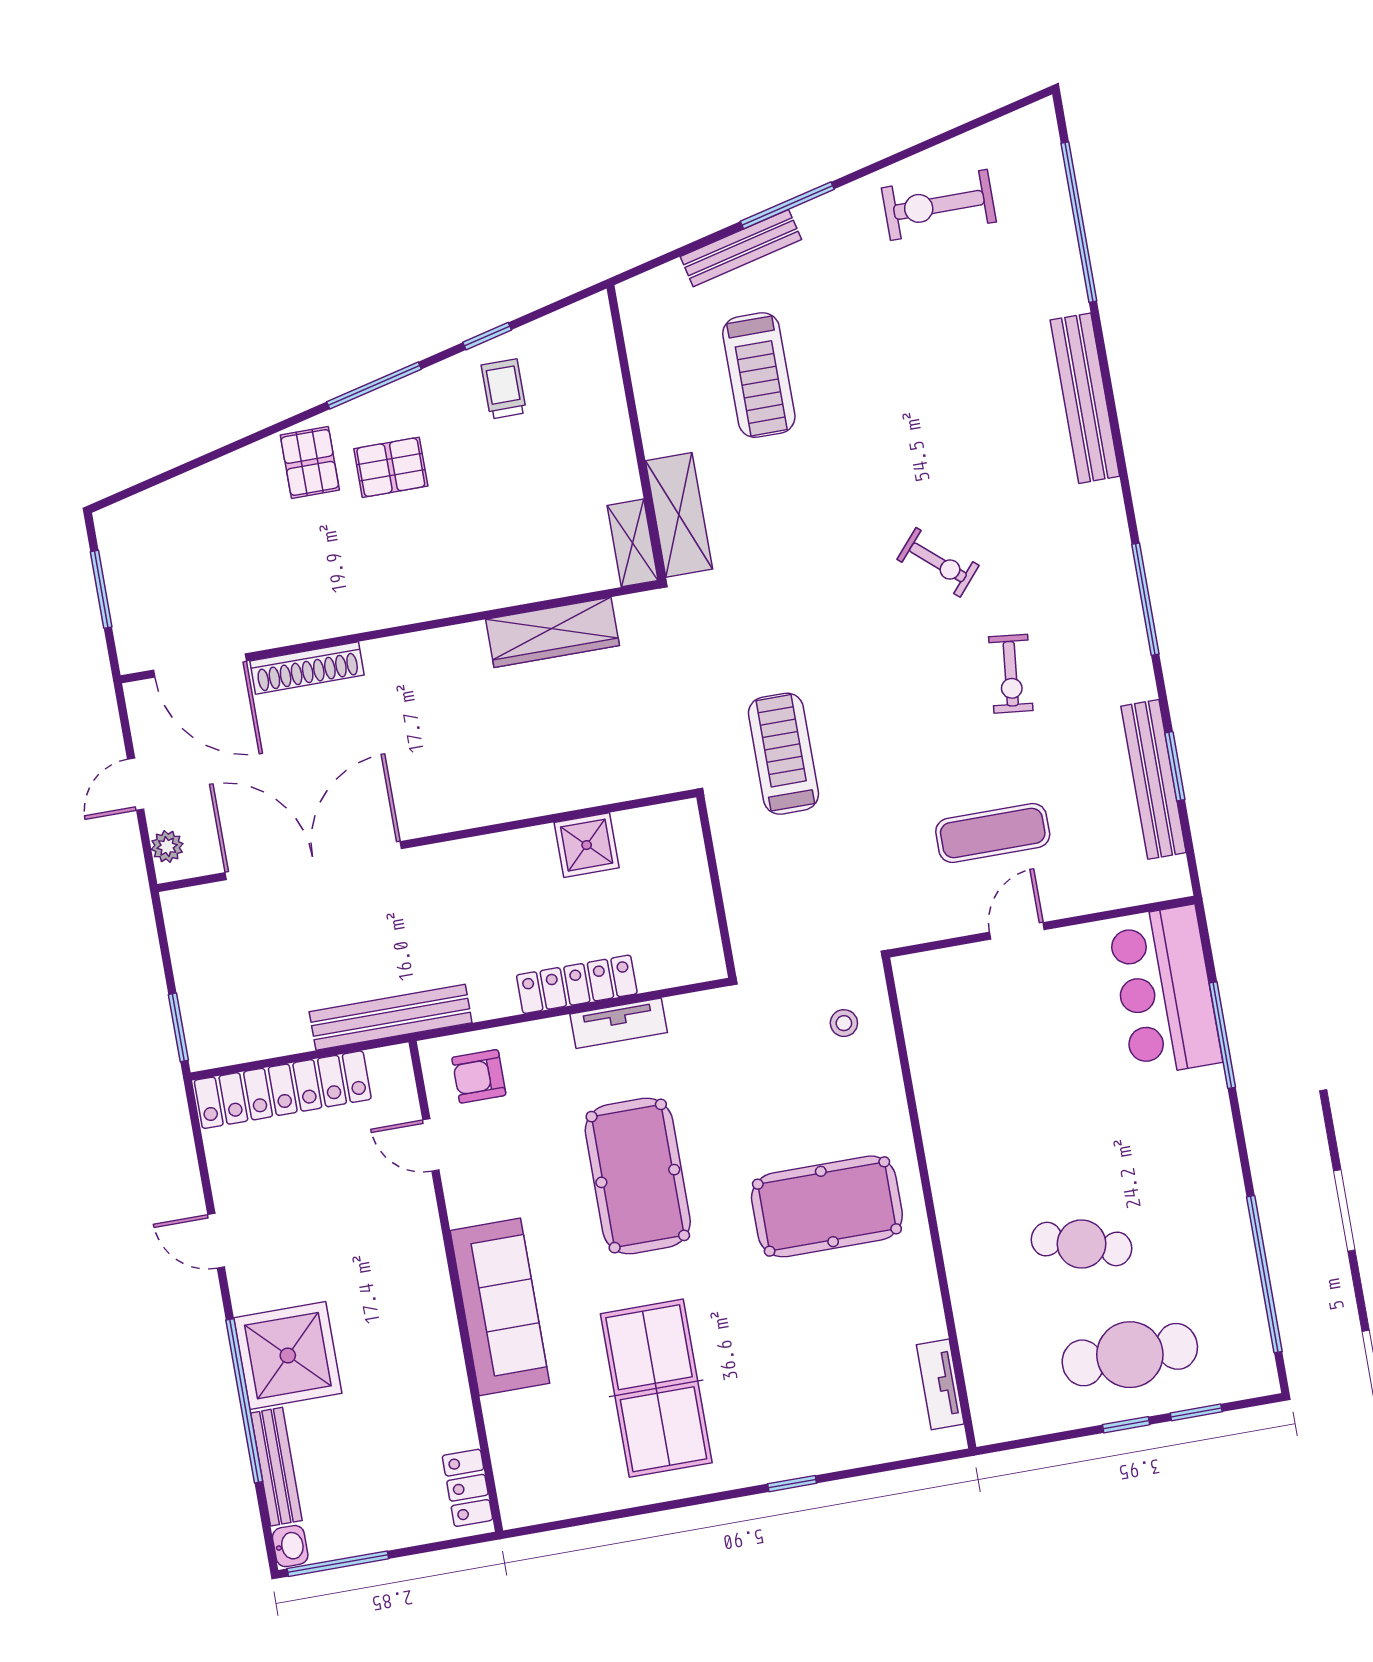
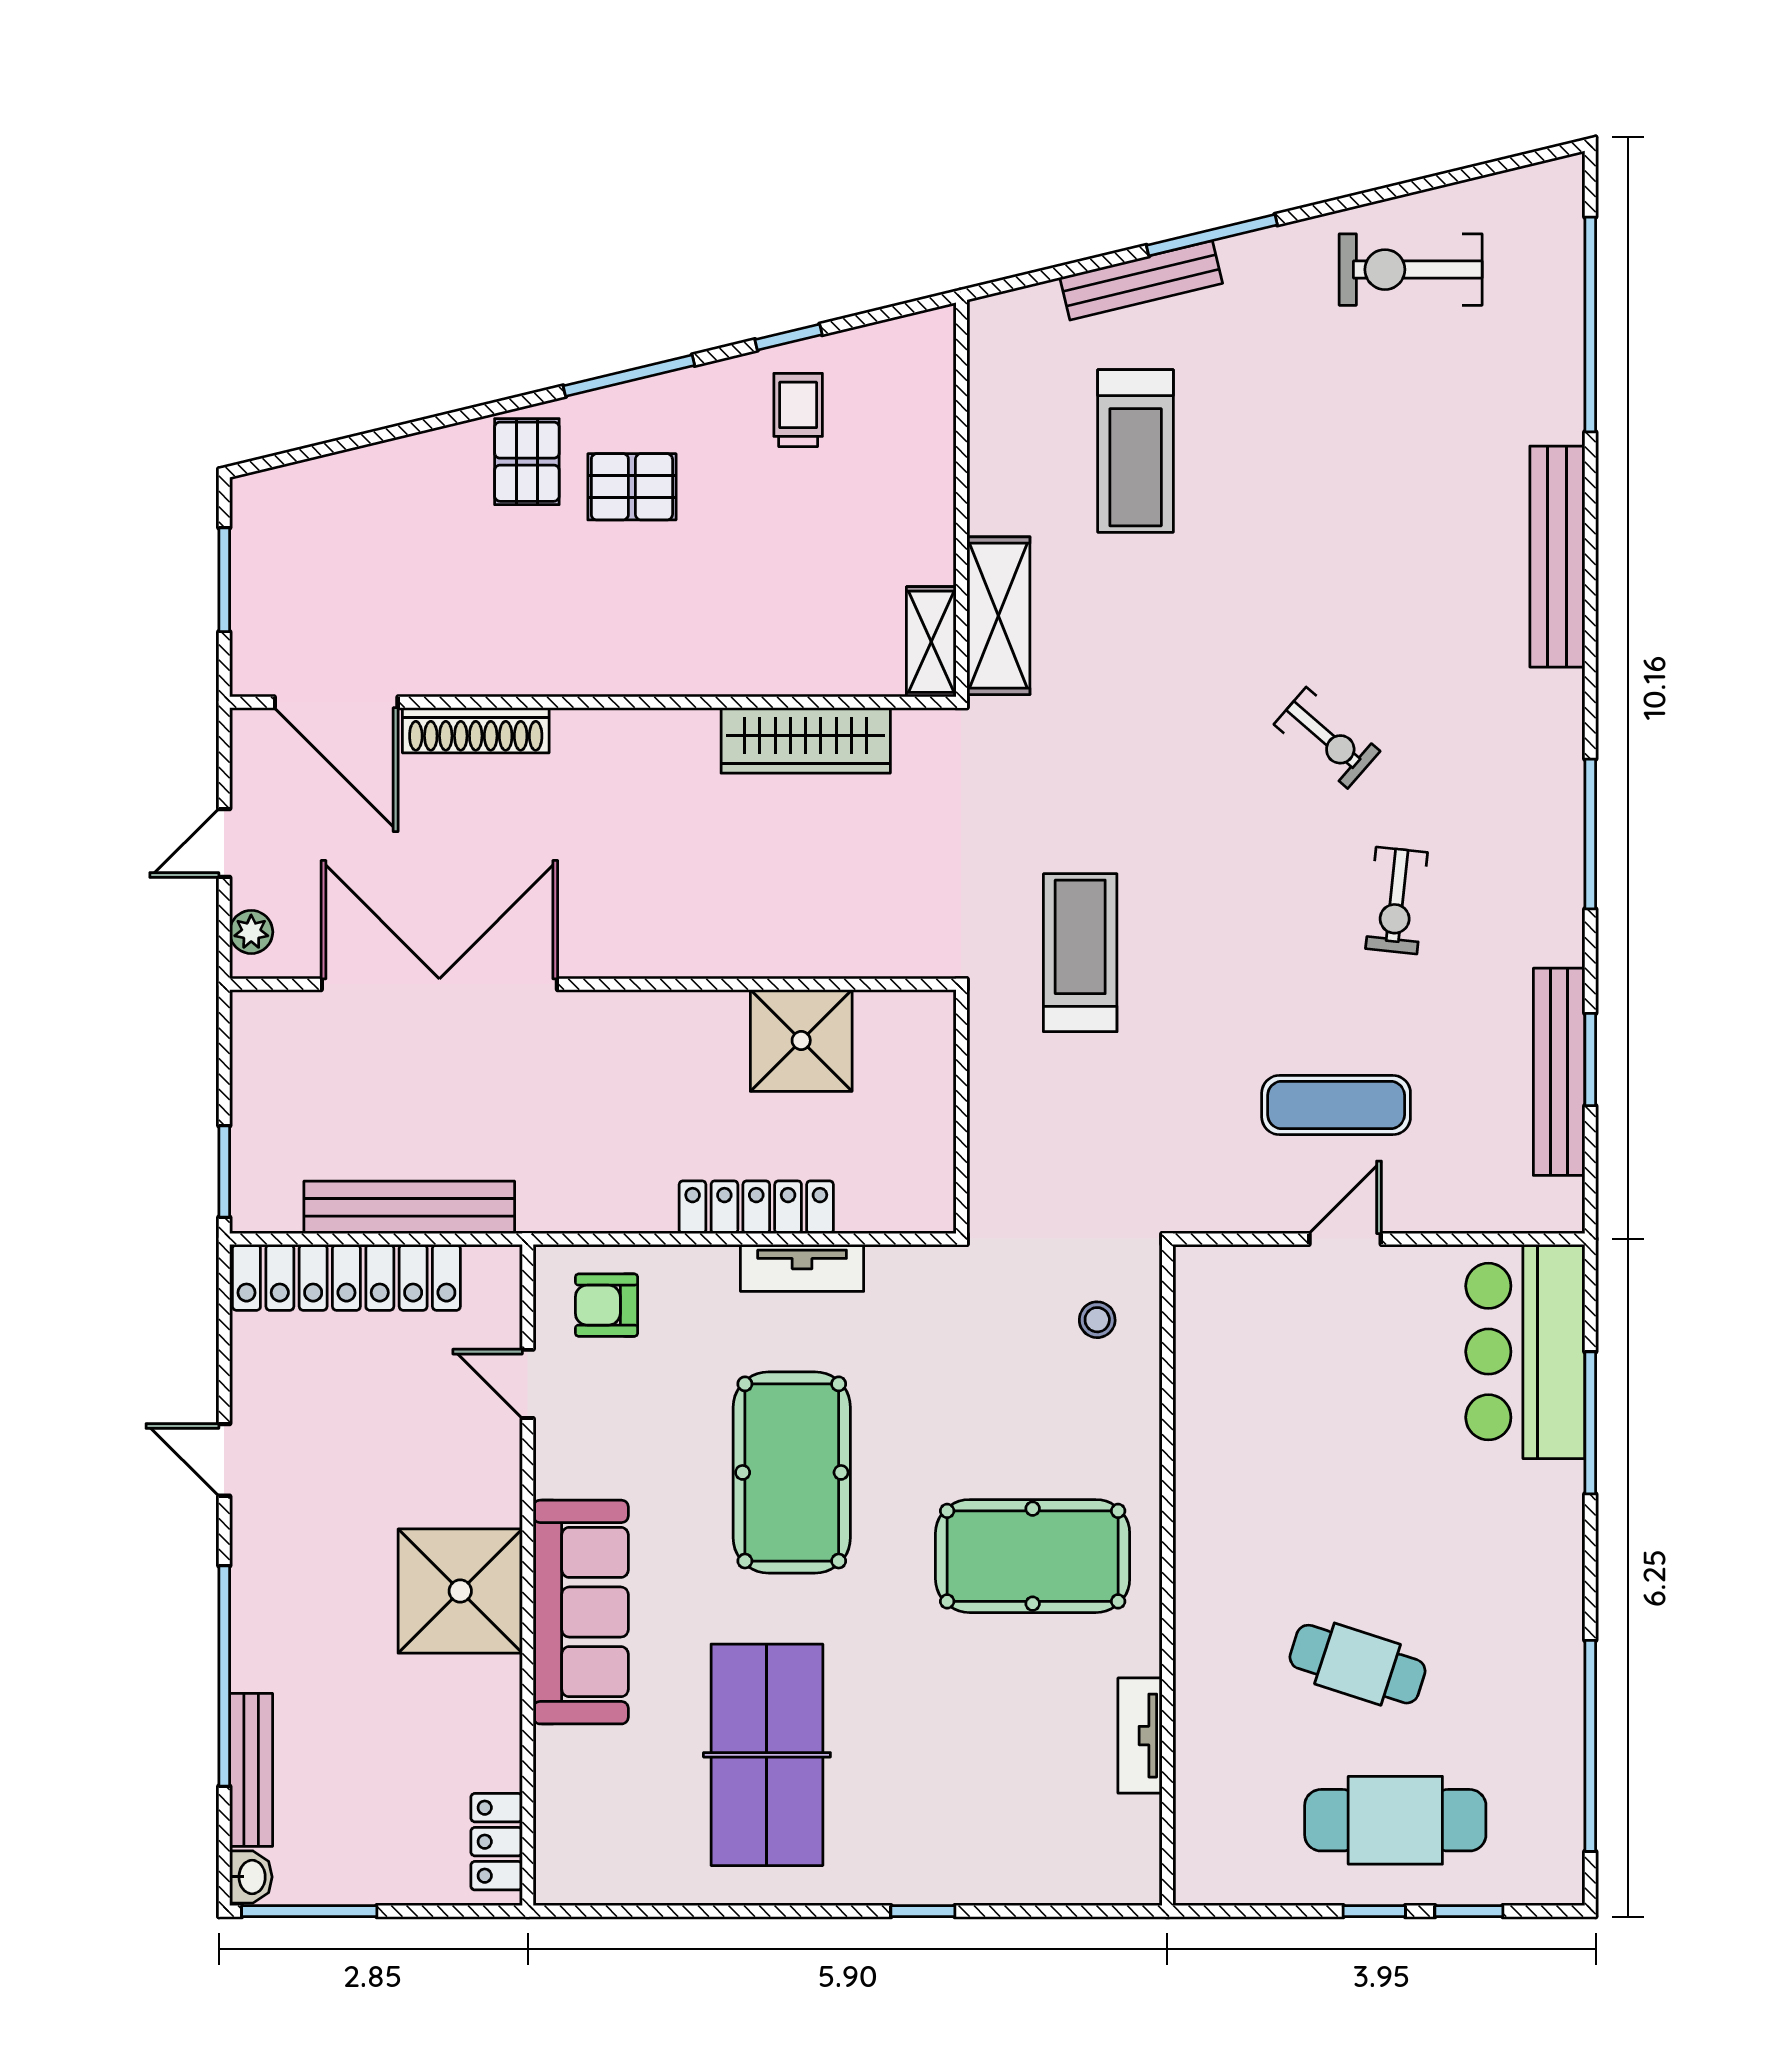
shower: (587, 845) -> (801, 1040), width x1.36, depth x1.36
bench: (391, 1017) -> (409, 1207), moved
shower: (288, 1356) -> (460, 1591), moved
tv unit: (940, 1384) -> (1140, 1736), moved

